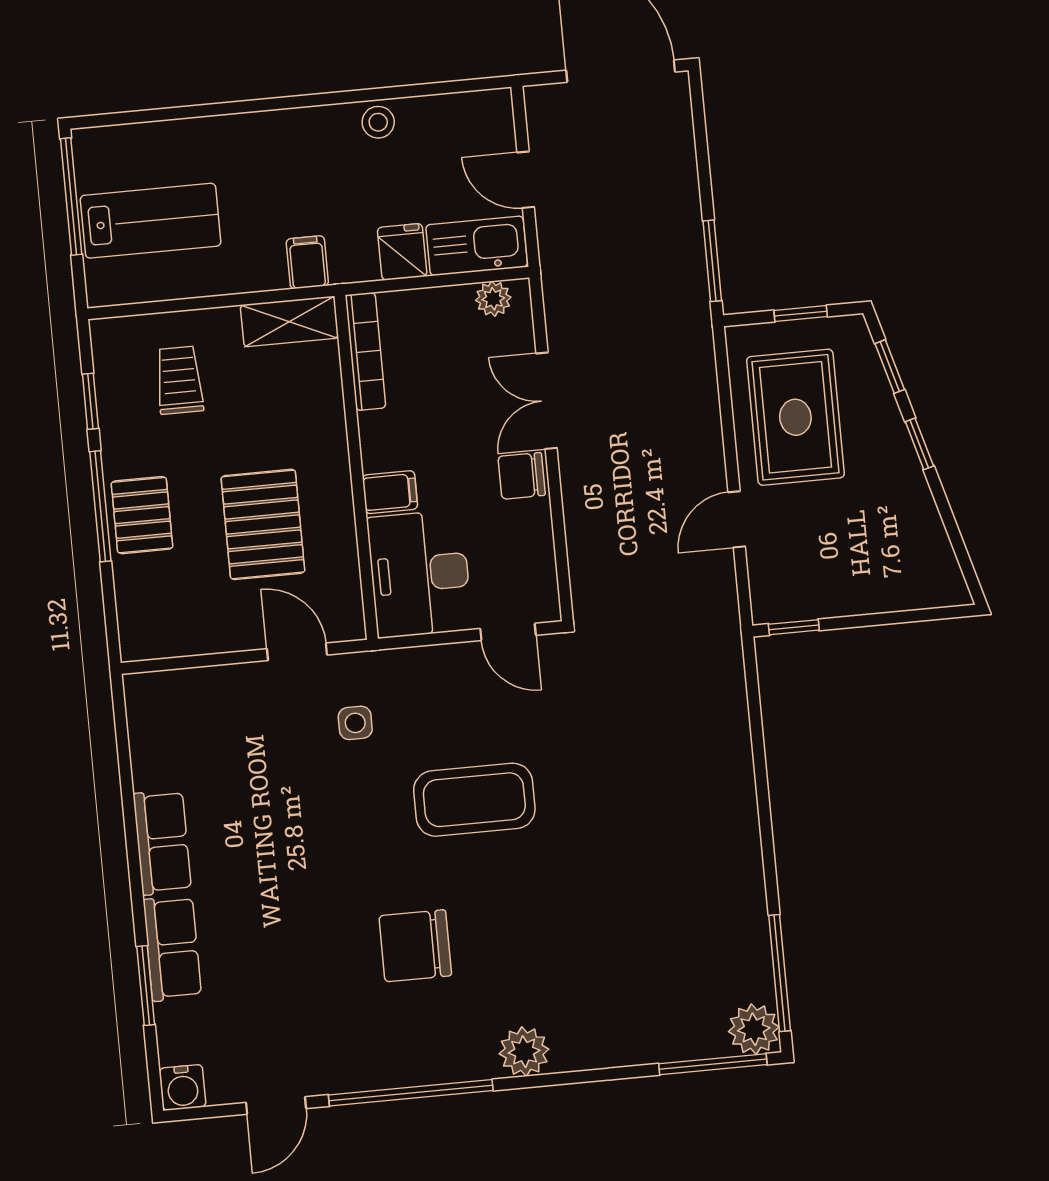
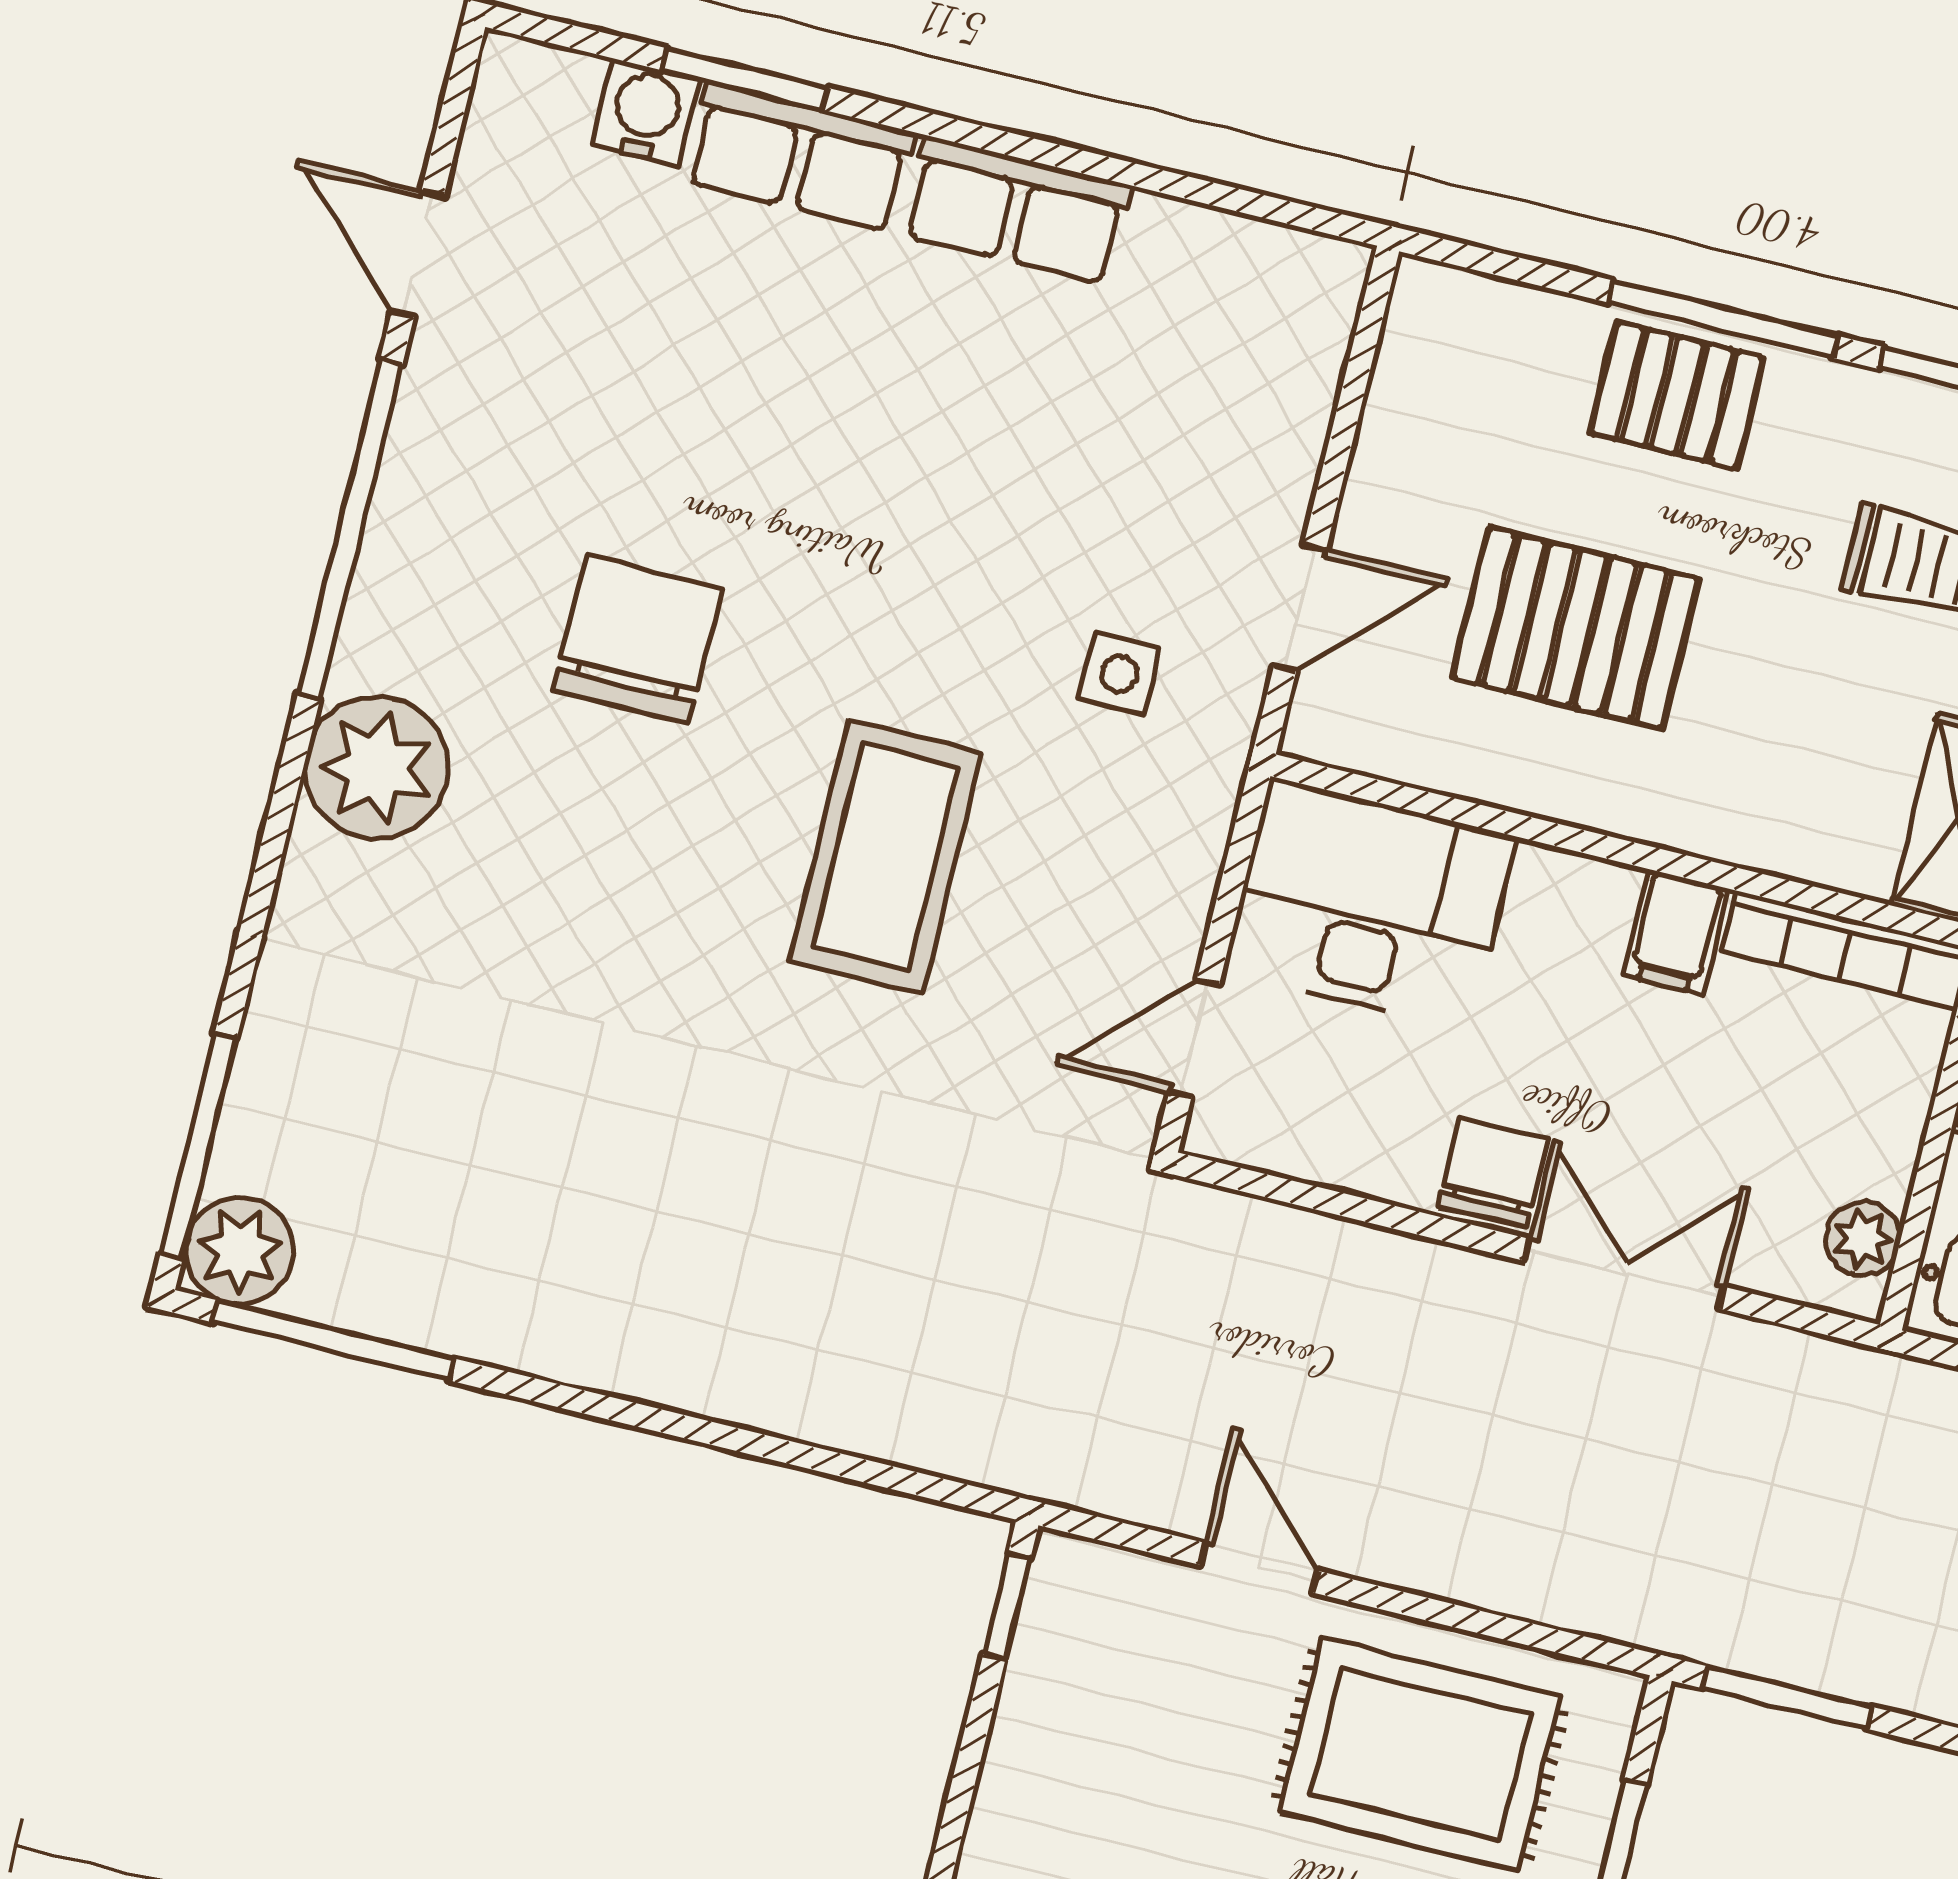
filing cabinet: (390, 492) -> (1676, 932), moved
plant: (524, 1052) -> (377, 767), width x1.36, depth x1.36
water cooler: (183, 1087) -> (646, 112), moved, turned 90

